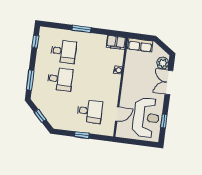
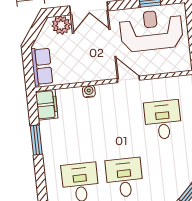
window: (82, 29) -> (36, 140), moved
door: (117, 114) -> (128, 79), moved

